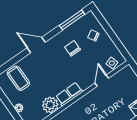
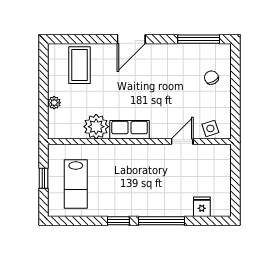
door: (36, 45) -> (131, 39), swing flipped
chair: (73, 48) -> (174, 75), removed

